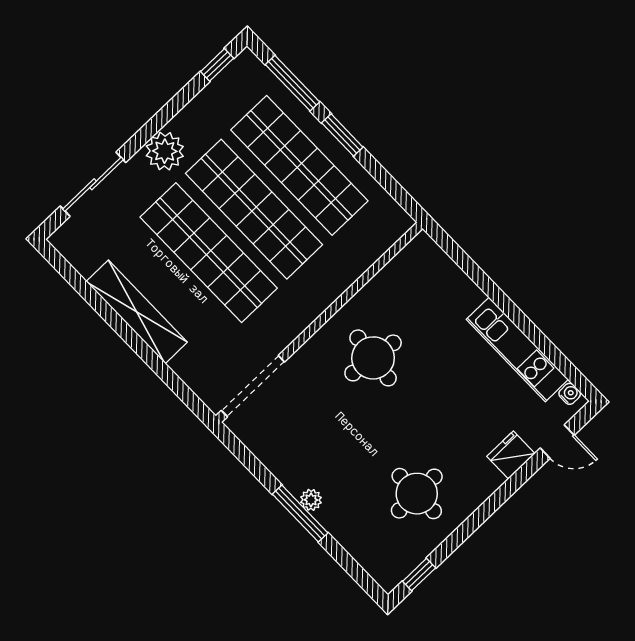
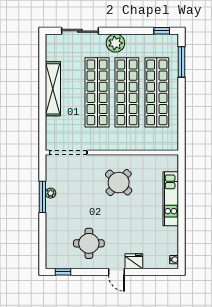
window: (342, 135) -> (182, 96), removed
kitchen unit: (517, 349) -> (171, 199), moved
round table: (373, 358) -> (119, 183), turned 36
door: (557, 442) -> (117, 272), moved
plant: (311, 500) -> (51, 193), moved
window: (300, 514) -> (42, 197), moved

